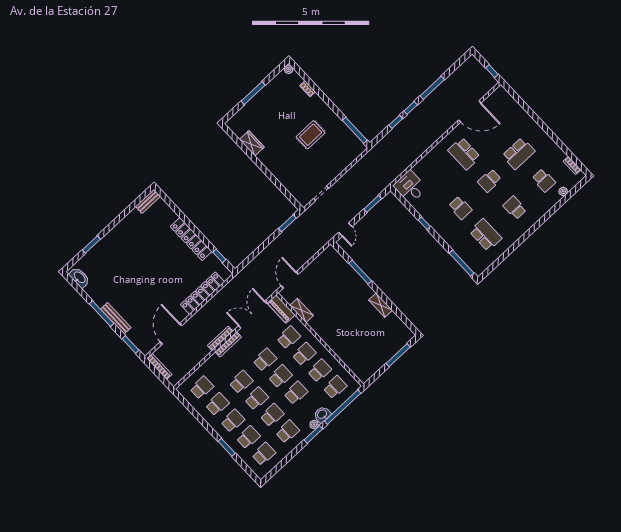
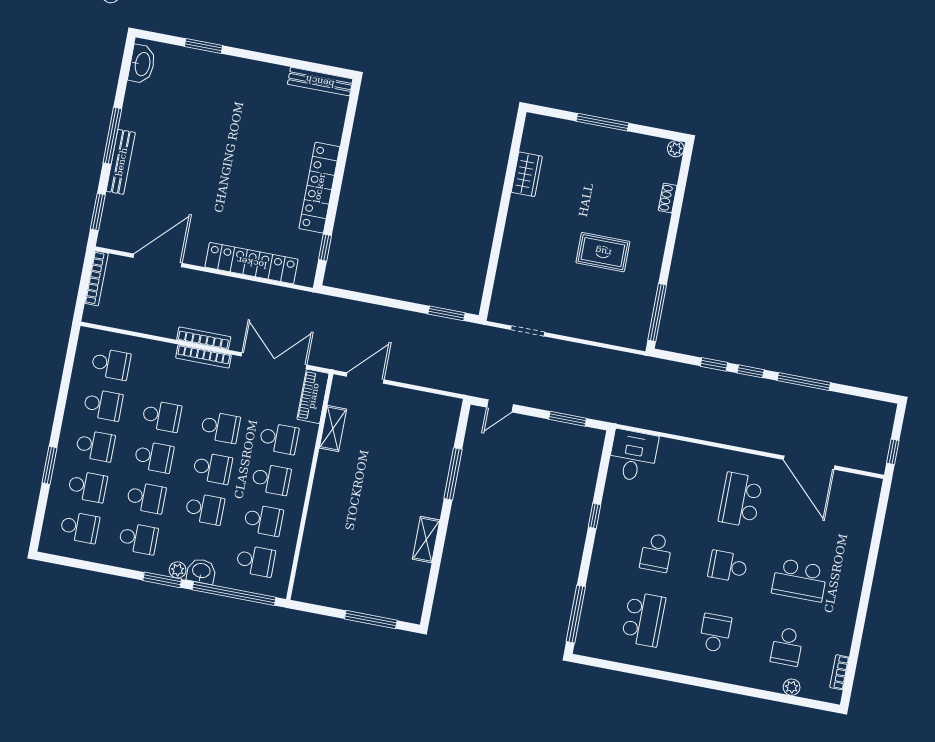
bench: (148, 201) -> (320, 82), width x1.36

